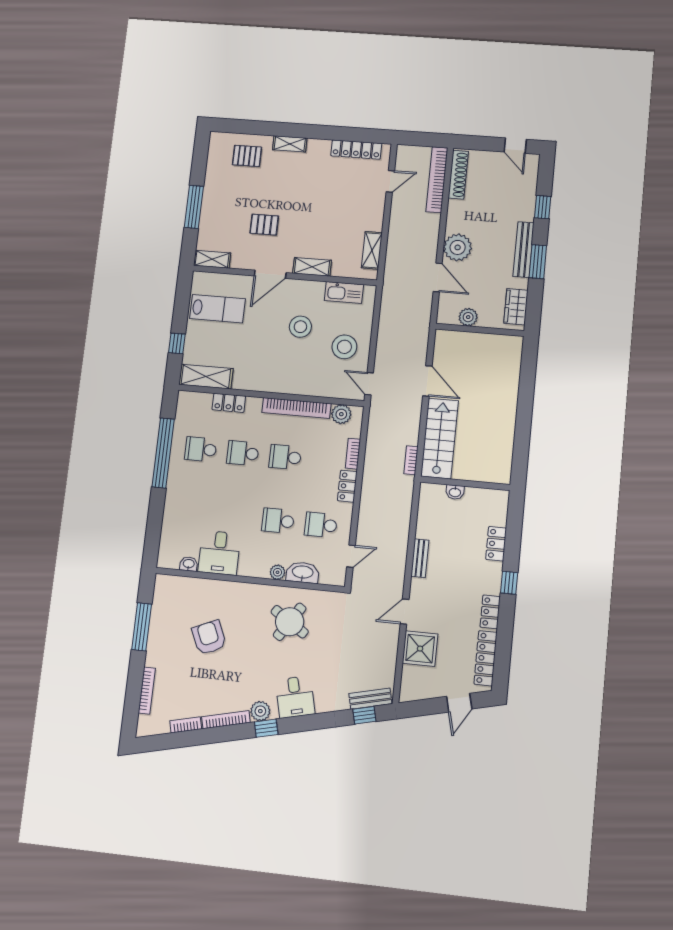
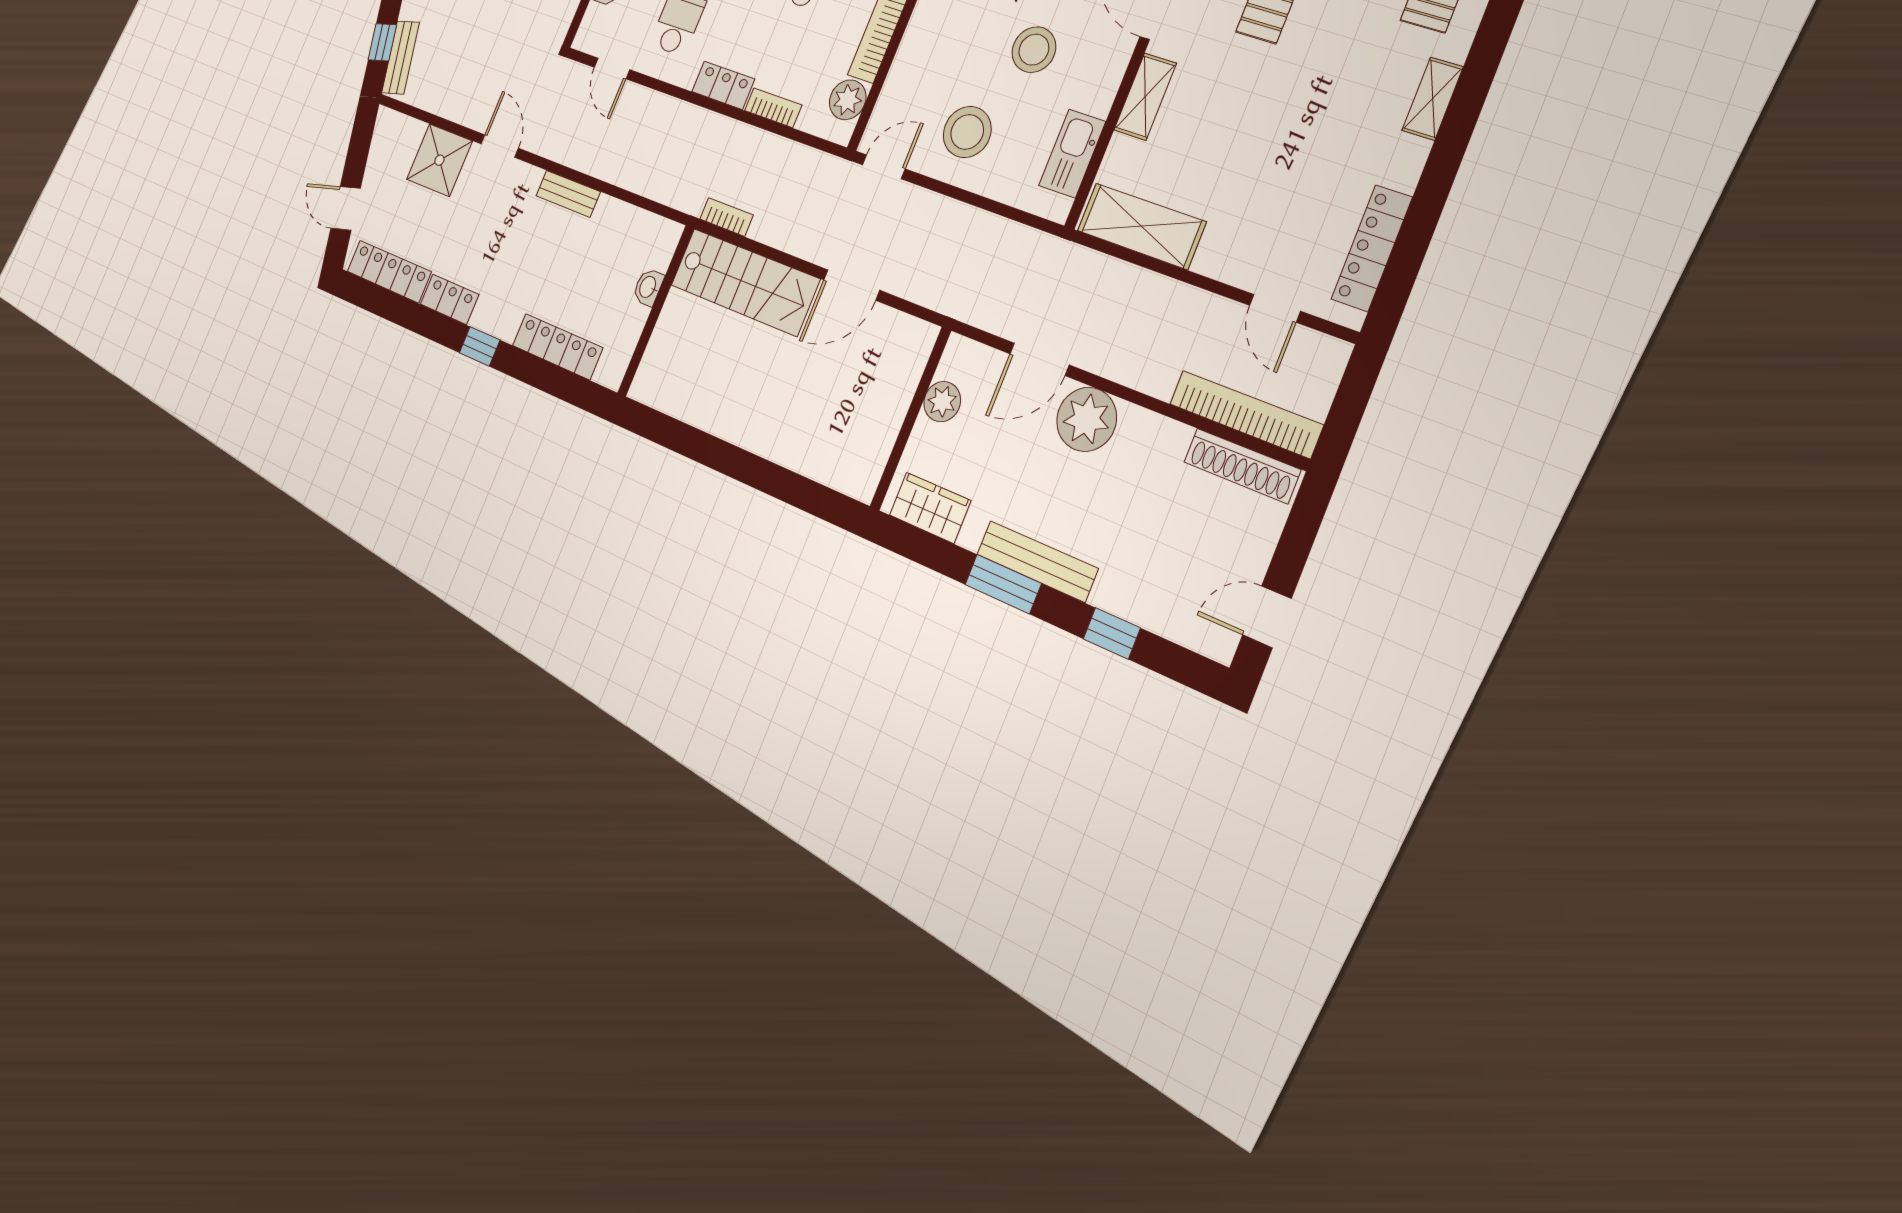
shelving: (372, 250) -> (1141, 226), width x1.50, depth x1.33
locker: (496, 544) -> (557, 347), width x1.53

